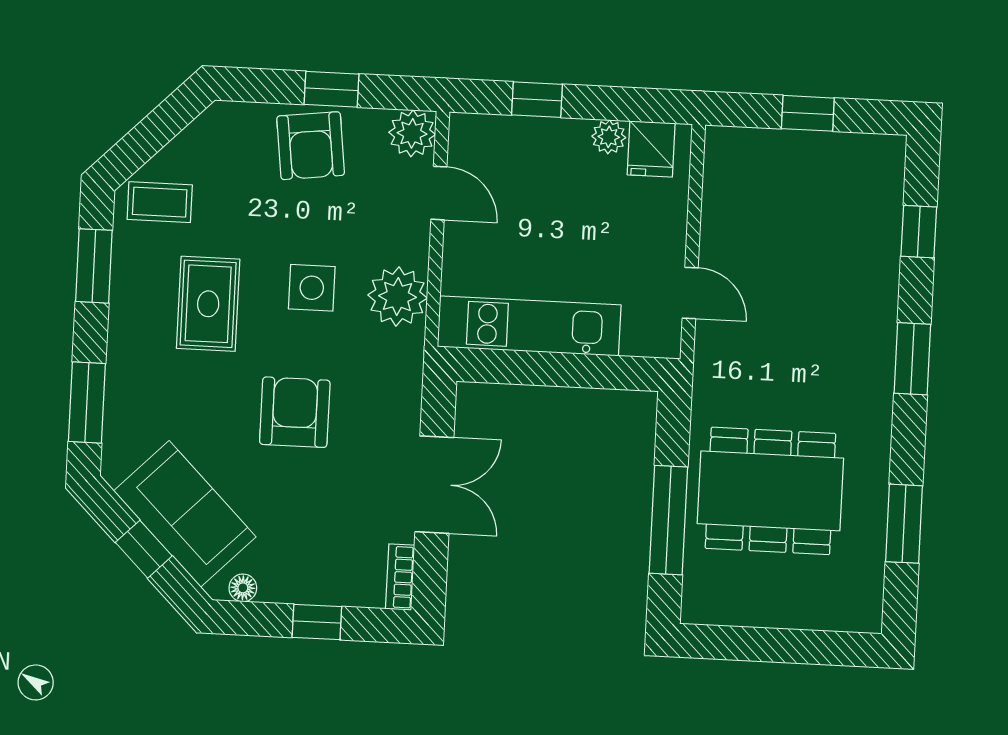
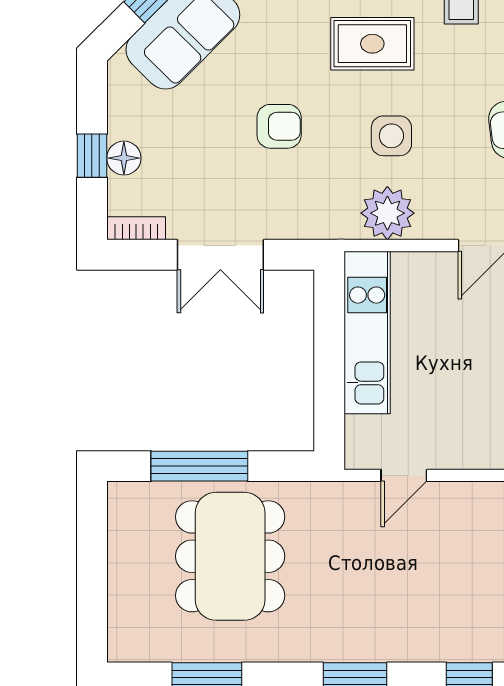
armchair: (295, 412) -> (279, 126), width x0.72, depth x0.72
floor lamp: (243, 588) -> (124, 158), moved, width x1.37, depth x1.37

